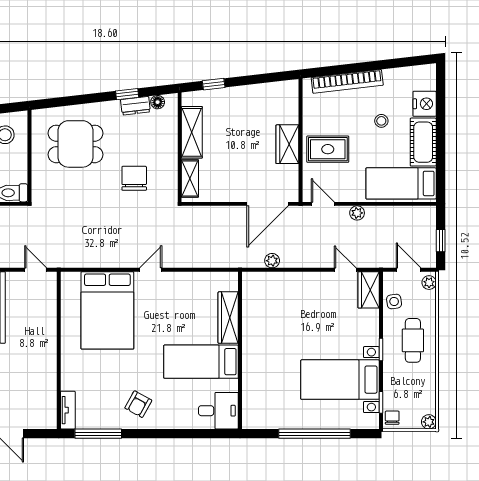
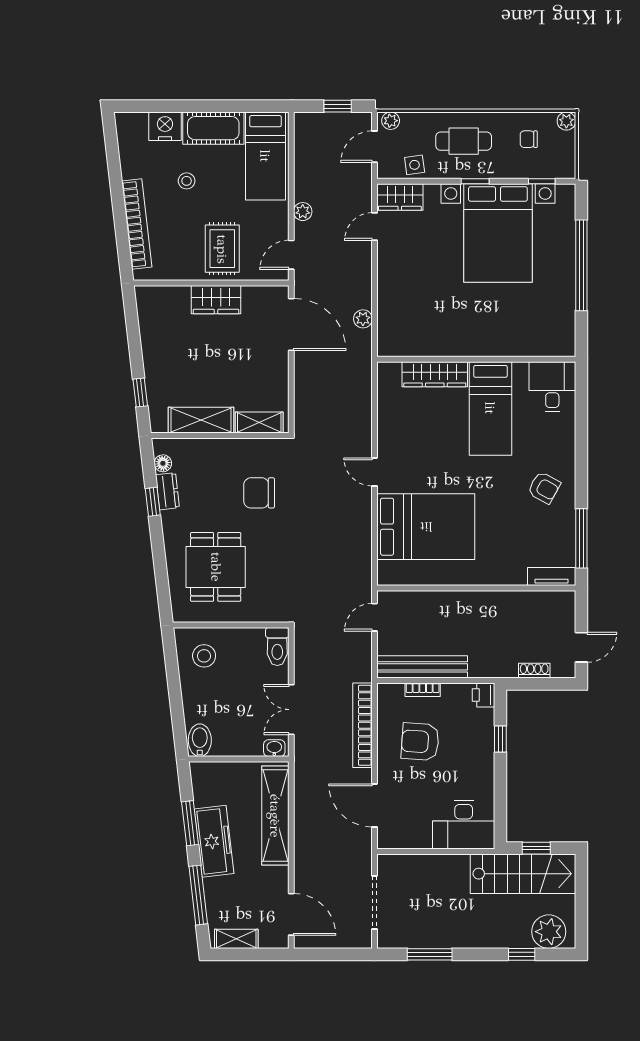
bed with nightstands: (340, 380) -> (498, 233), width x1.36
chair: (392, 418) -> (529, 139), moved

